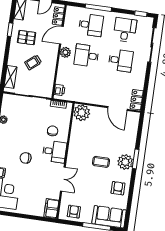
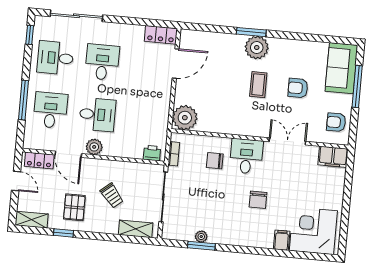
desk: (87, 56) -> (97, 115), turned -90
armchair: (118, 188) -> (298, 88), moved

